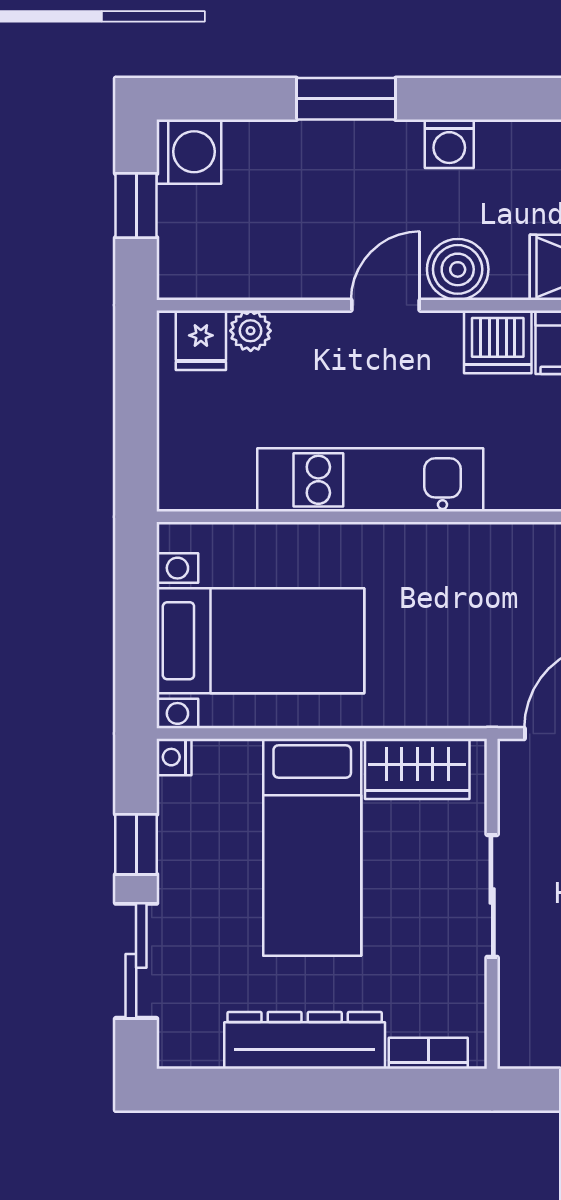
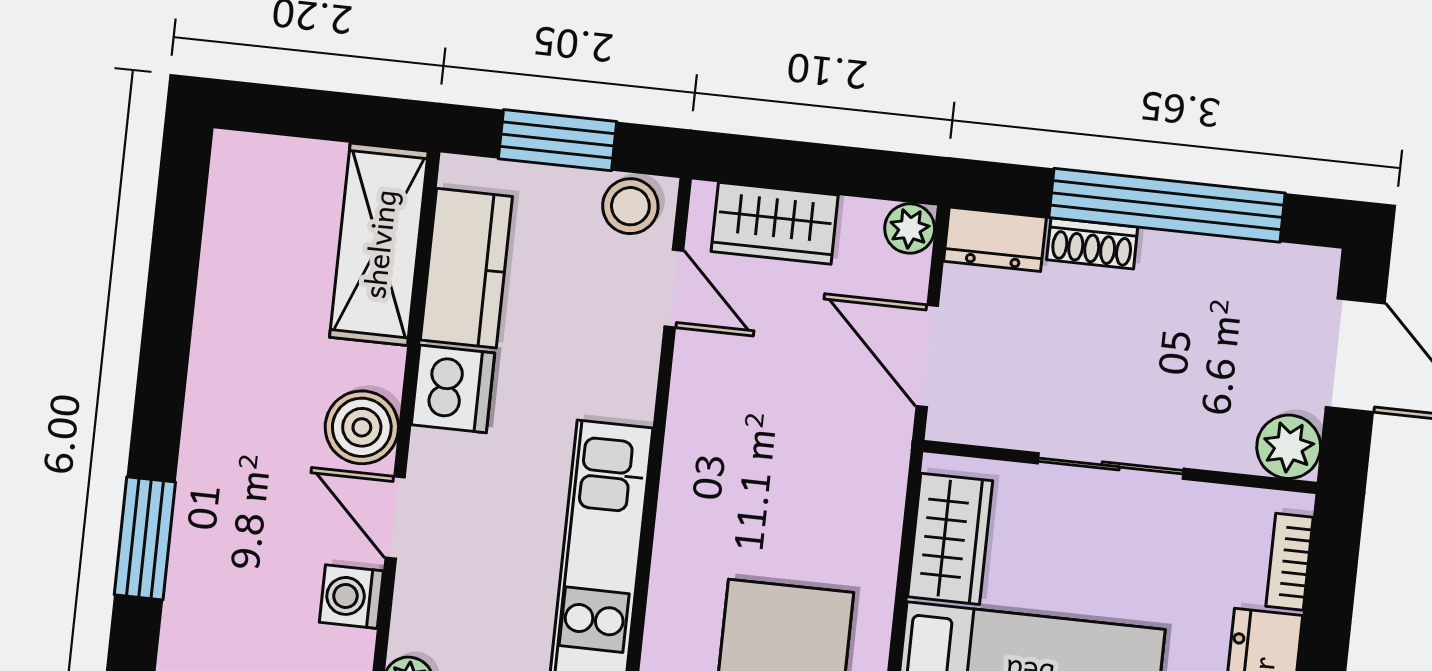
washing machine: (449, 144) -> (351, 597), moved, turned 180
plant: (524, 1042) -> (1289, 447), added

